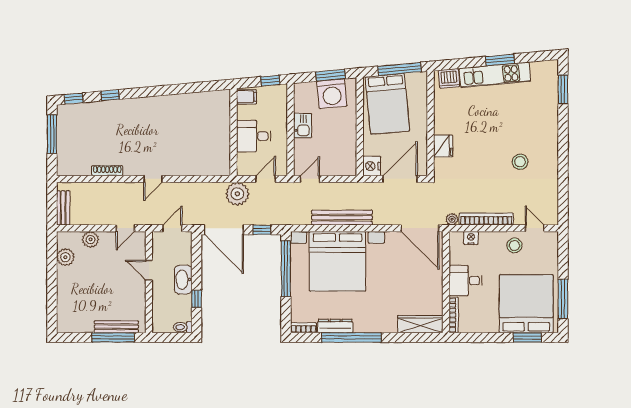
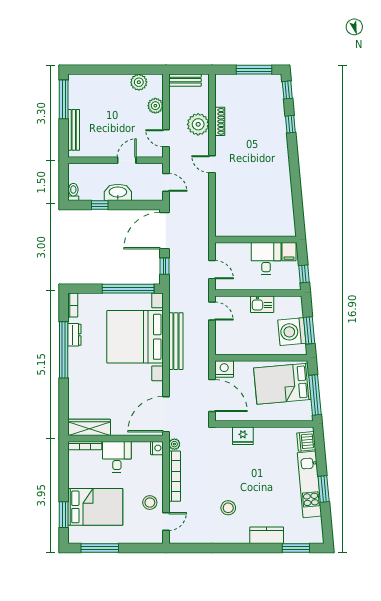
kitchen counter: (549, 121) -> (267, 535), added
desk: (254, 136) -> (266, 258), moved
plant: (237, 194) -> (198, 124), moved
nightstand: (471, 238) -> (157, 448), moved
bed: (526, 304) -> (95, 507), width x0.73
wardrobe: (420, 324) -> (89, 427), moved, turned -90
dresser: (335, 326) -> (74, 335), width x0.70
window: (113, 338) -> (64, 99), moved

